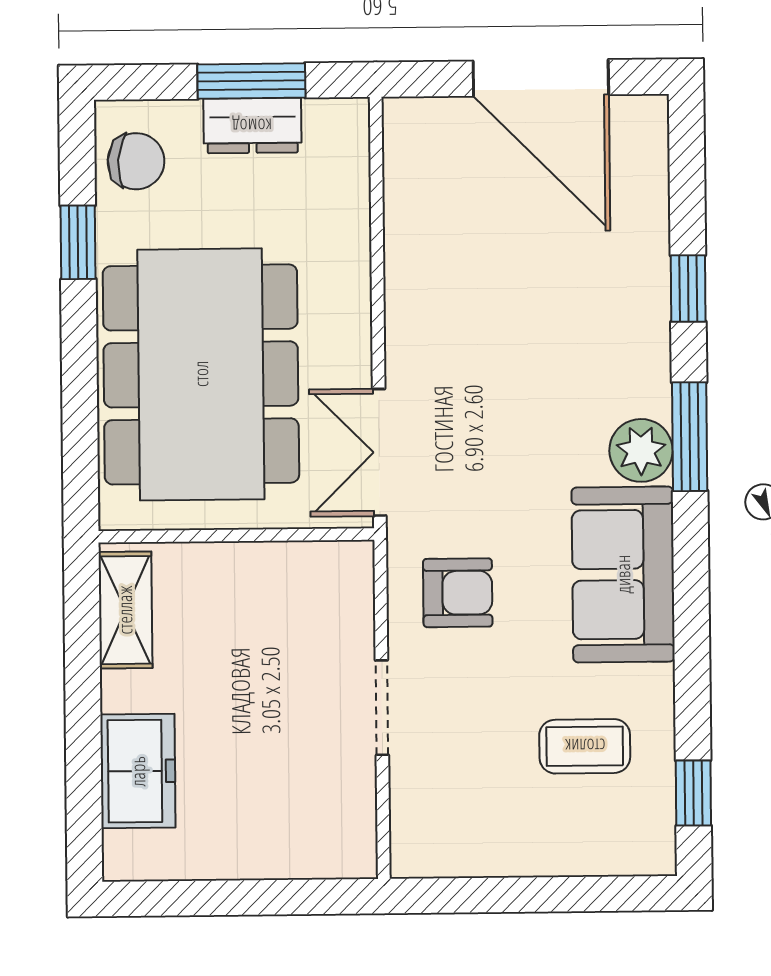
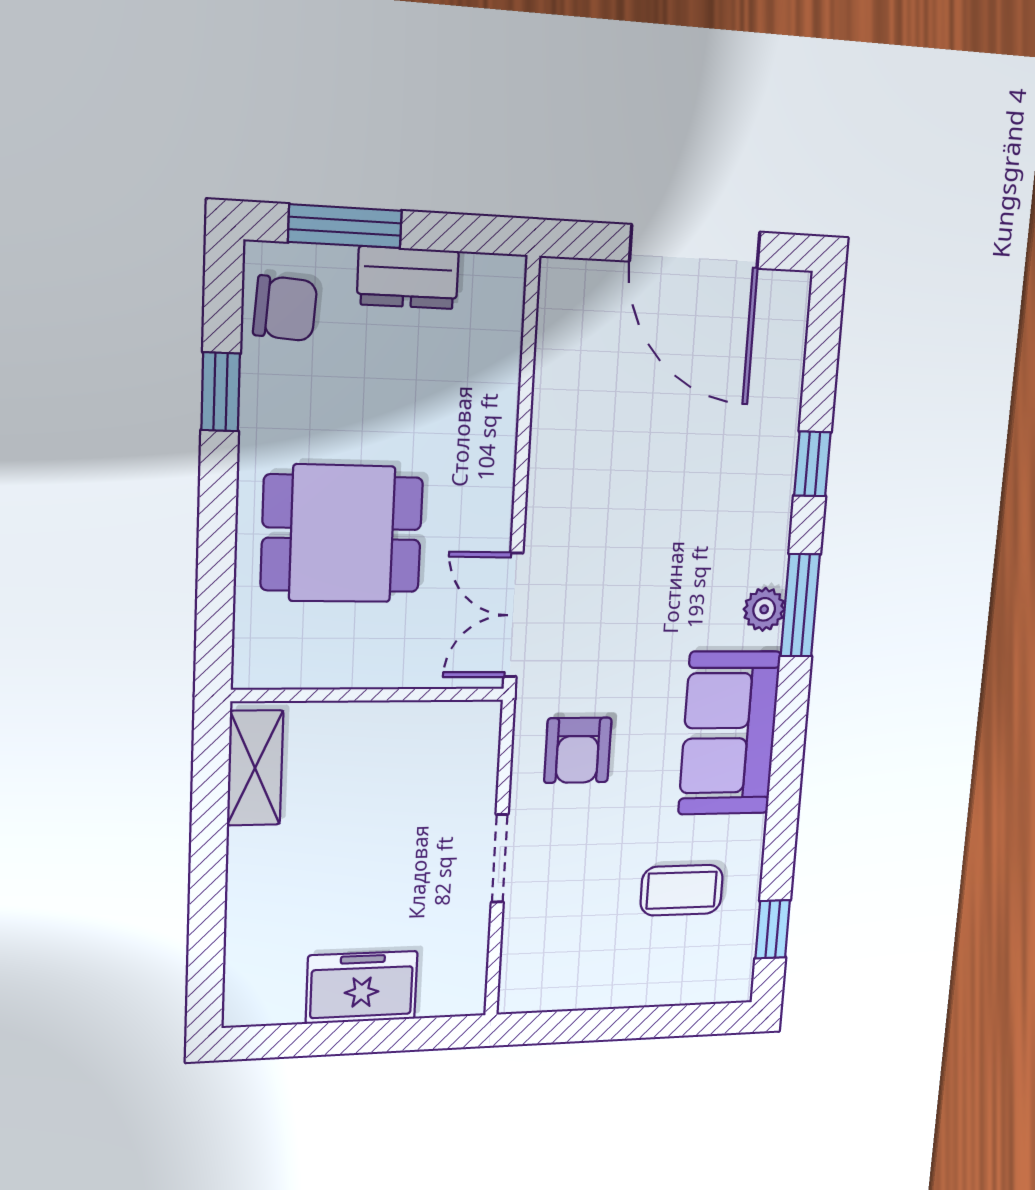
window: (251, 81) -> (345, 226), moved
dining table: (201, 374) -> (342, 534), width x0.53, depth x0.80
plant: (641, 450) -> (764, 609), width x0.73, depth x0.73
armchair: (458, 593) -> (578, 750), turned 90
freezer: (138, 771) -> (362, 987), moved, turned -90

